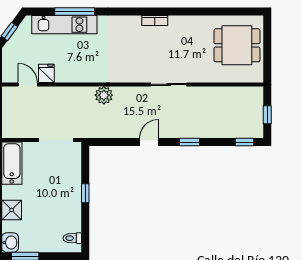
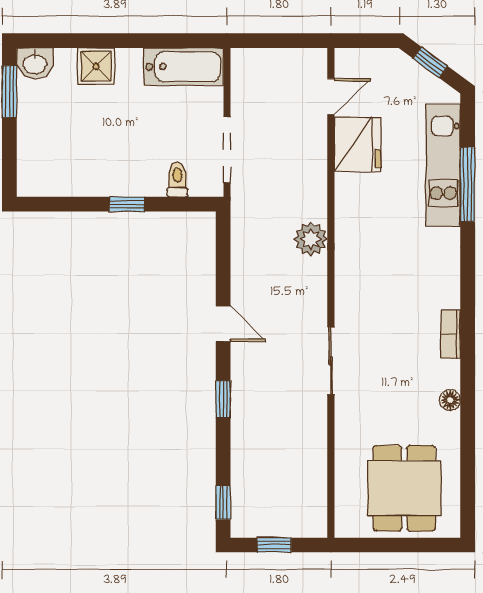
floor lamp: (190, 21) -> (450, 400), added
fridge: (46, 73) -> (358, 144), width x1.88, depth x1.34
toilet: (72, 238) -> (177, 180), moved

